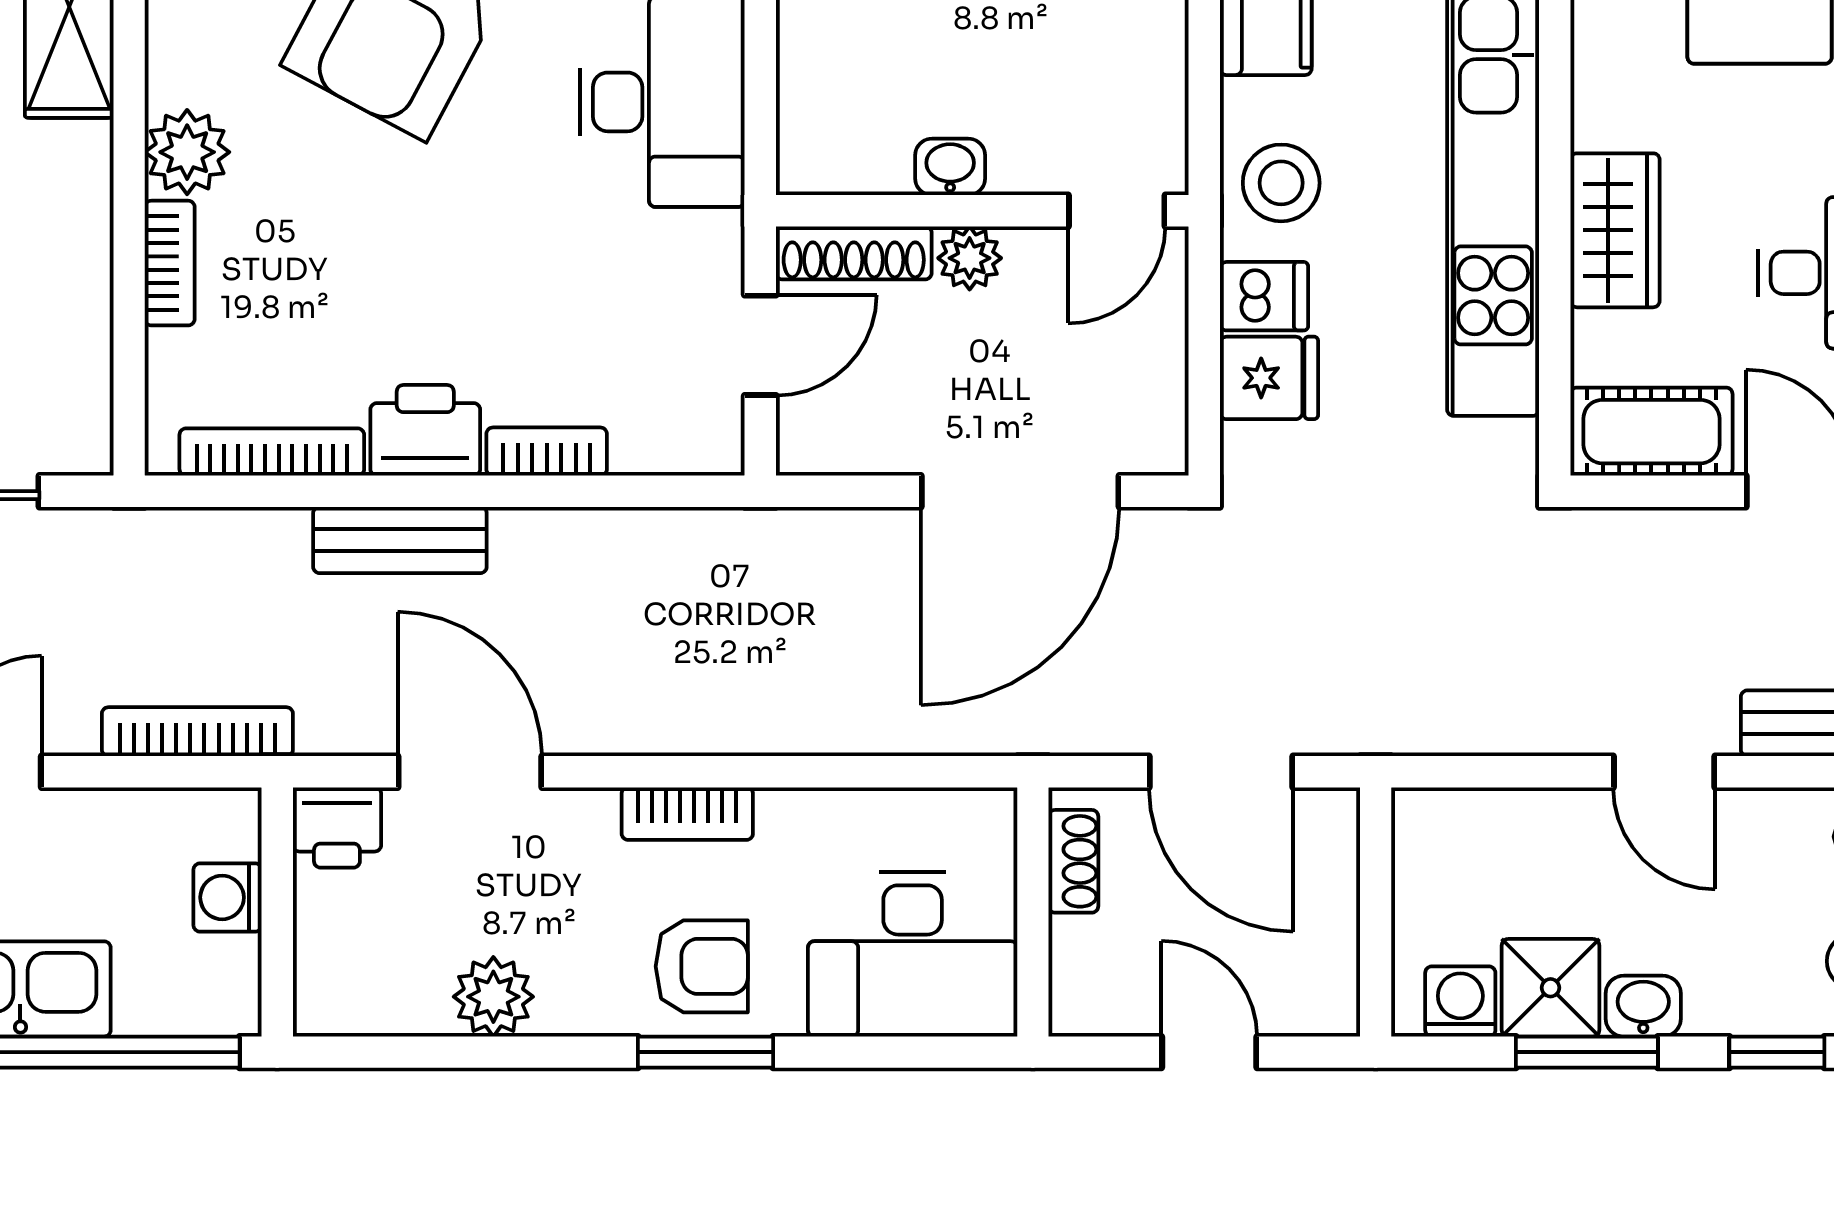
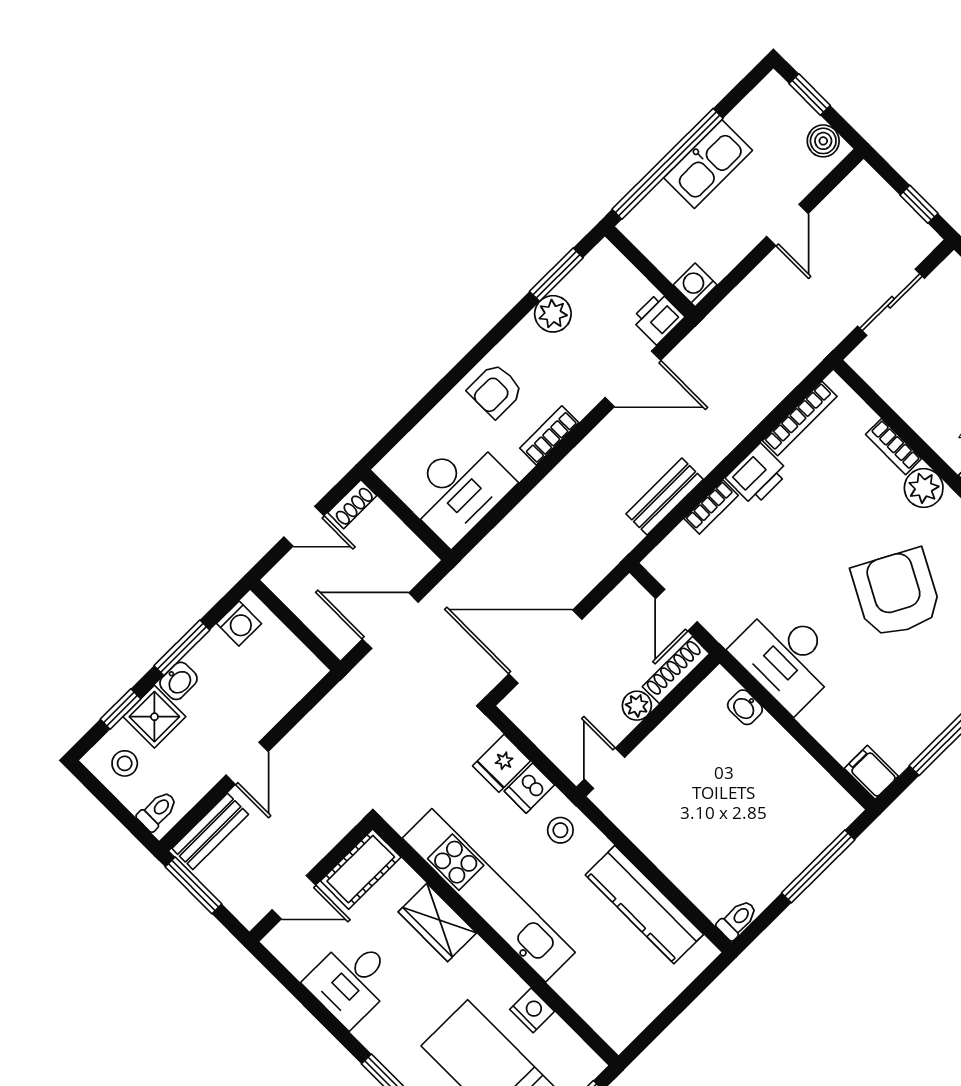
washbasin: (950, 167) -> (745, 707), moved, turned 90
stool: (1281, 183) -> (560, 830), width x0.73, depth x0.73
door: (1020, 491) -> (545, 647), hinge flipped
bench: (400, 540) -> (665, 497), moved
bookcase: (197, 732) -> (734, 304), removed
door: (1664, 772) -> (247, 763), swing flipped
shoe rack: (1073, 861) -> (352, 504), moved, turned -90
washing machine: (228, 897) -> (695, 285), moved, turned -90
desk: (913, 954) -> (458, 490), moved, turned 180
shower: (1551, 988) -> (154, 717), moved
window: (705, 1052) -> (556, 275), moved

